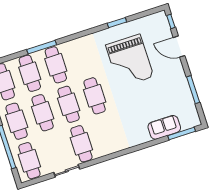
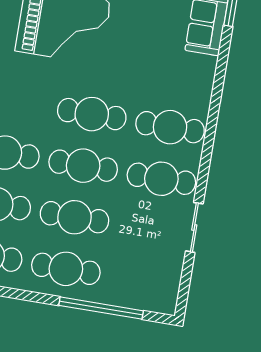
cafe table: (29, 161) -> (170, 127), moved

